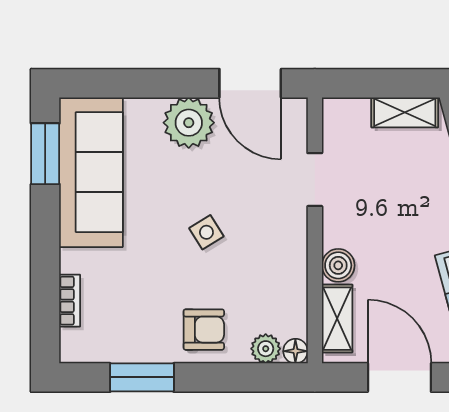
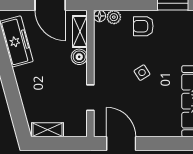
plant: (189, 123) -> (150, 125), removed

